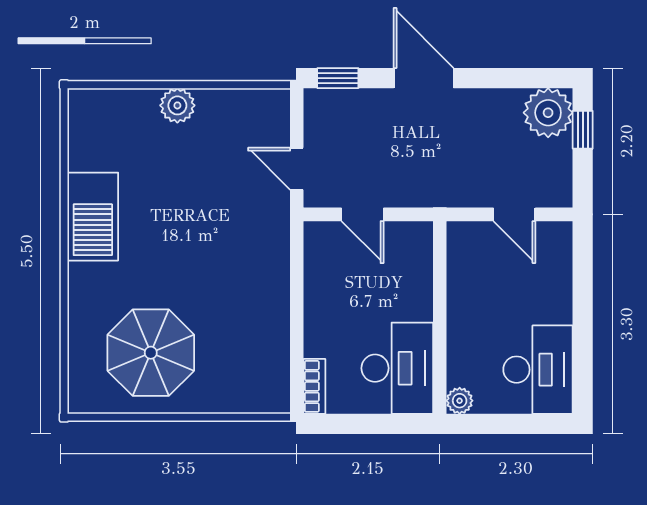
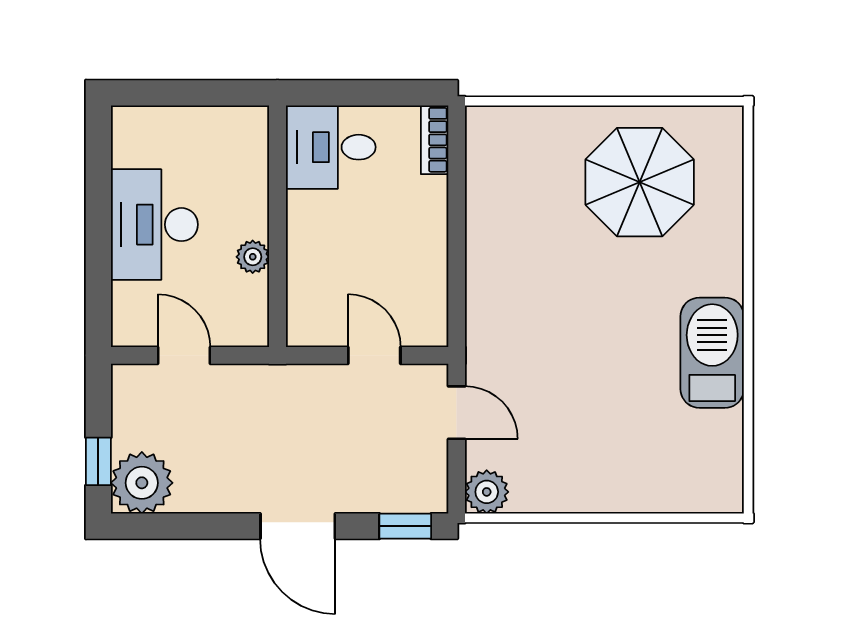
plant: (177, 105) -> (487, 492), moved
desk: (397, 368) -> (331, 147), width x0.73
desk: (538, 370) -> (154, 225), moved
plant: (460, 401) -> (253, 257), moved

